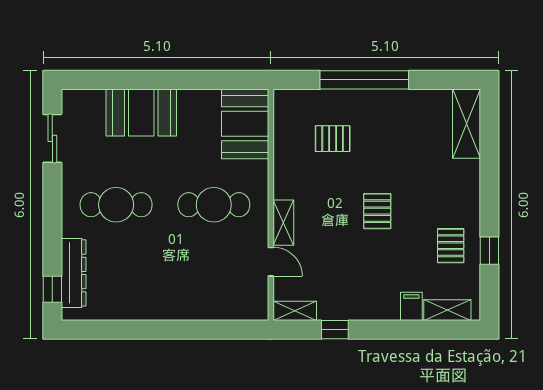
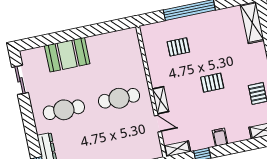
booth: (245, 124) -> (127, 49), removed
pallet: (377, 211) -> (212, 83), turned 90
filing cabinet: (411, 306) -> (220, 137), moved

